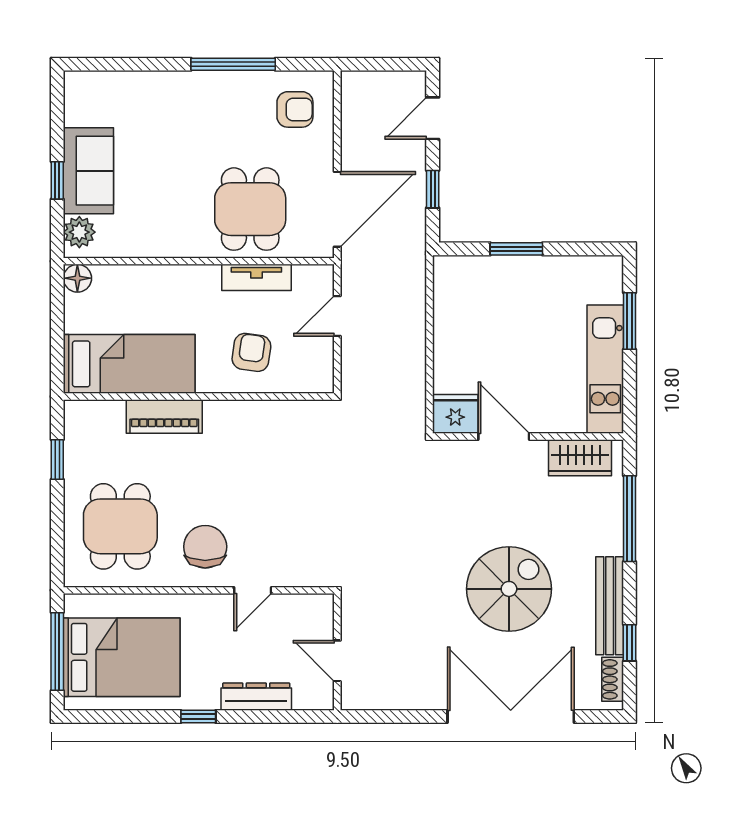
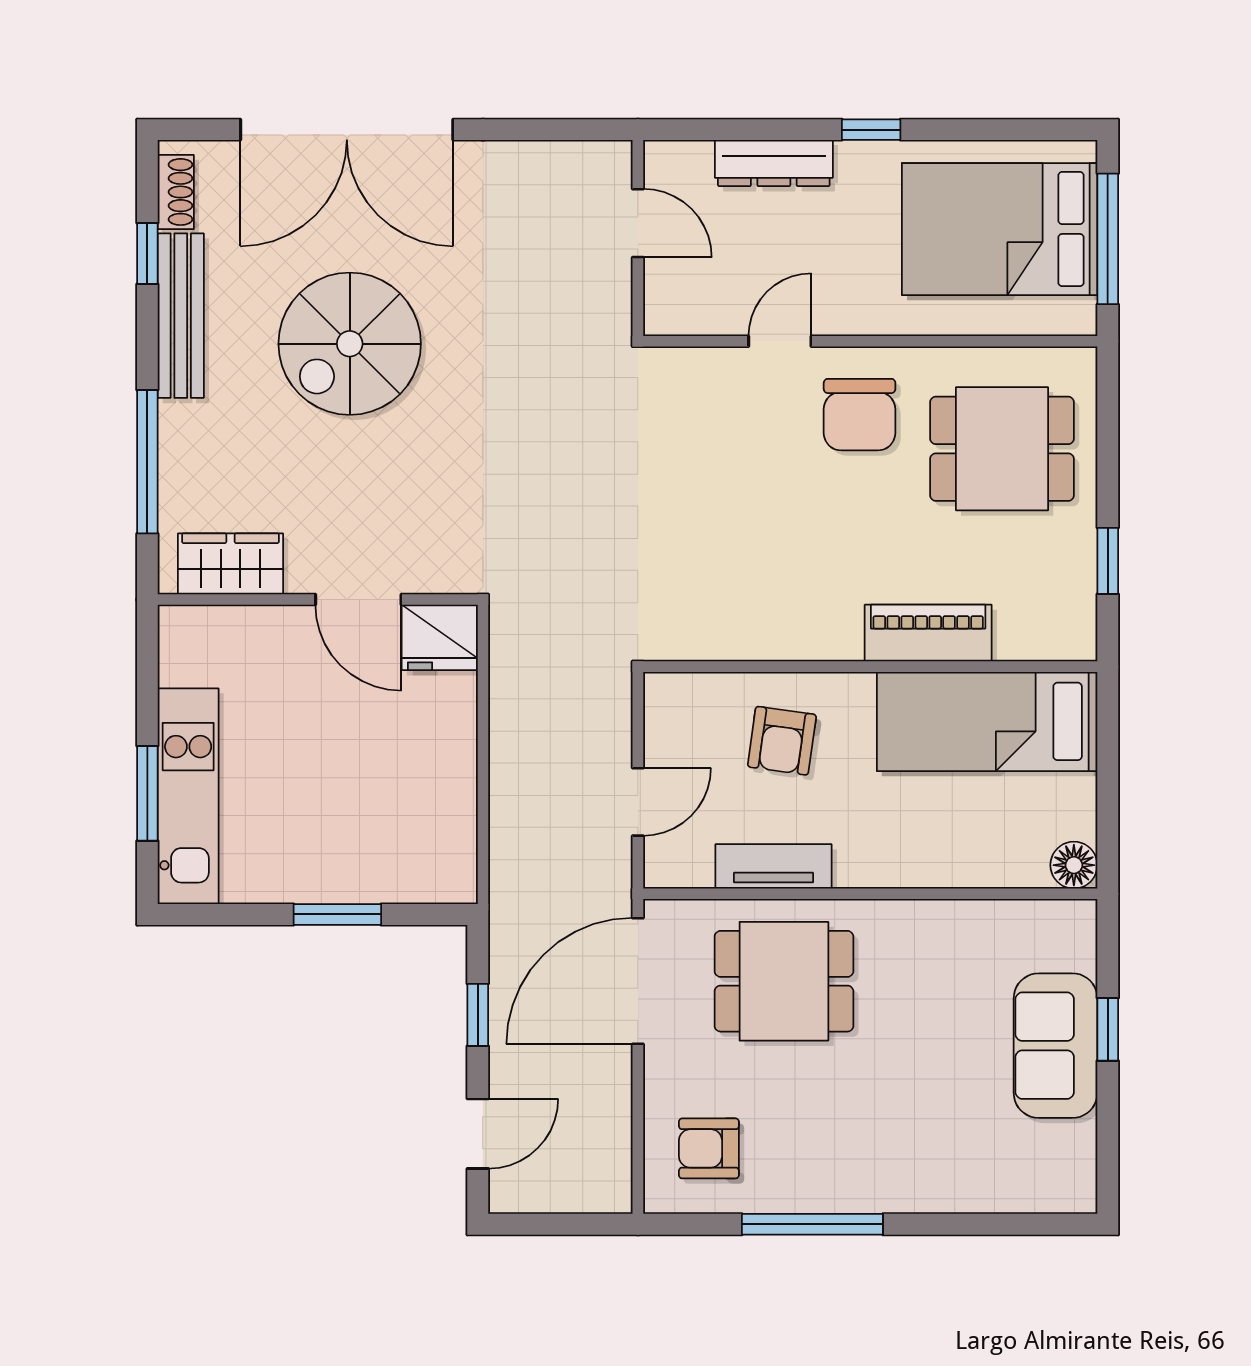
dining table: (250, 209) -> (784, 981), turned 90
plant: (79, 232) -> (1071, 943), removed
kitchen unit: (605, 369) -> (188, 796), moved
dining table: (120, 526) -> (1002, 449), turned 90

